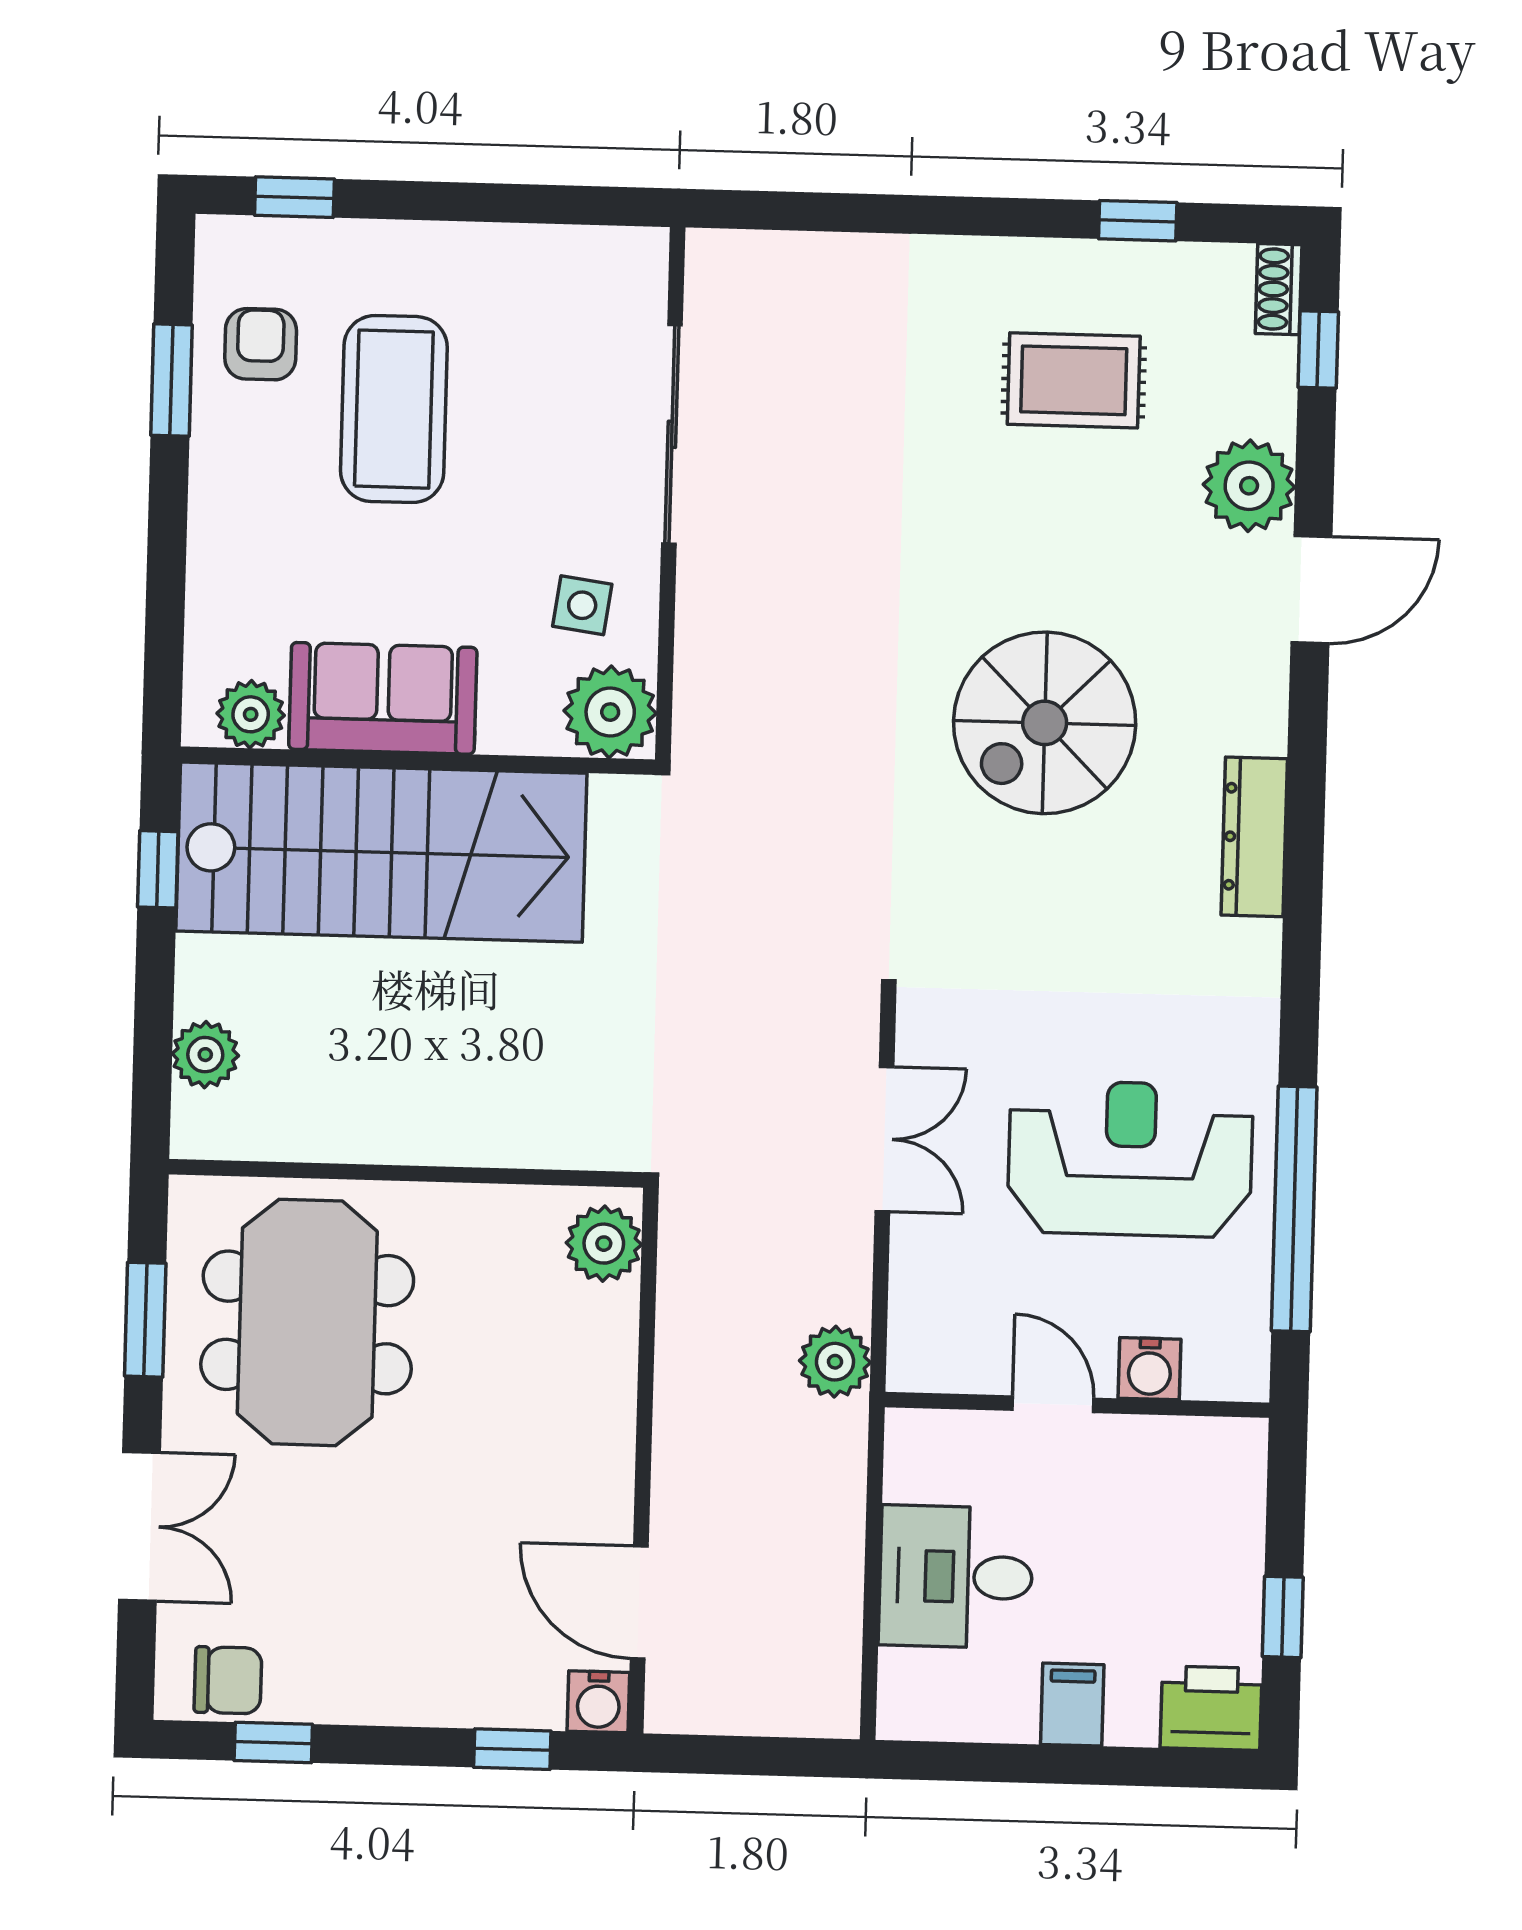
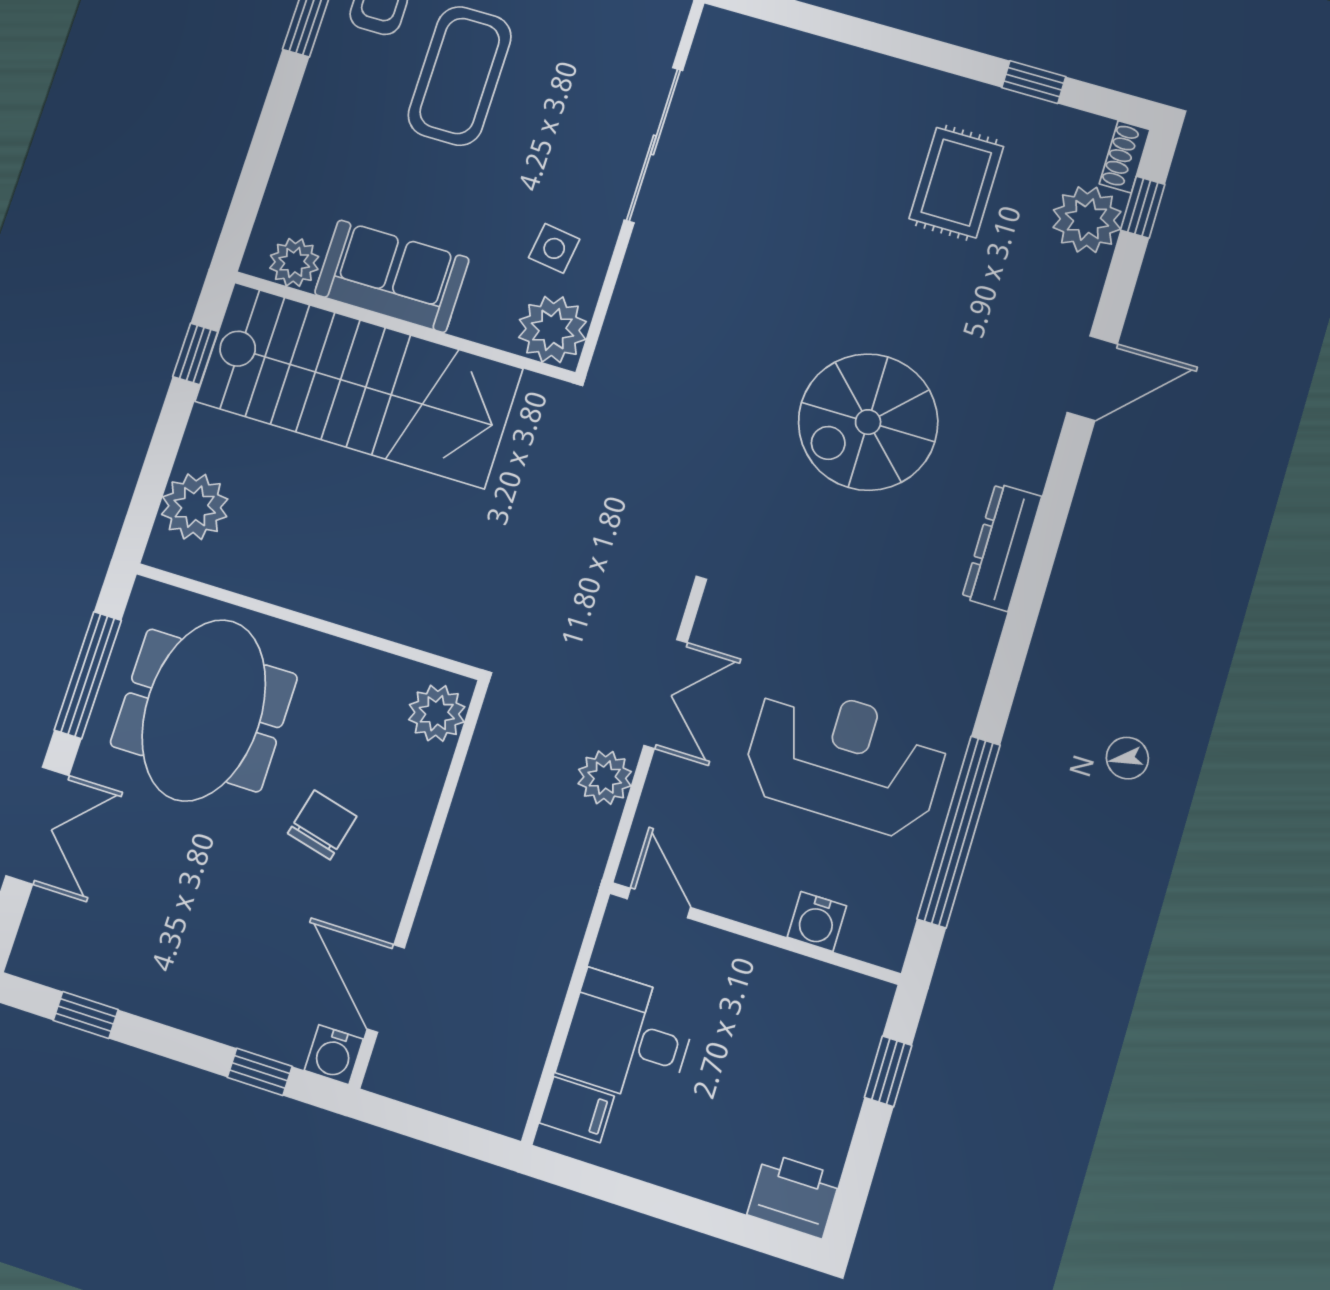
rug: (1074, 380) -> (956, 183), turned 90
plant: (1249, 486) -> (1087, 220), moved
plant: (205, 1055) -> (195, 507), width x1.36, depth x1.36
window: (145, 1320) -> (88, 675), width x1.44
plant: (835, 1362) -> (605, 778), moved
door: (1053, 1404) -> (659, 903), moved
window: (1283, 1617) -> (888, 1071), moved
chair: (228, 1680) -> (322, 825), moved, turned -76
filing cabinet: (1072, 1705) -> (577, 1110), moved, turned 90

